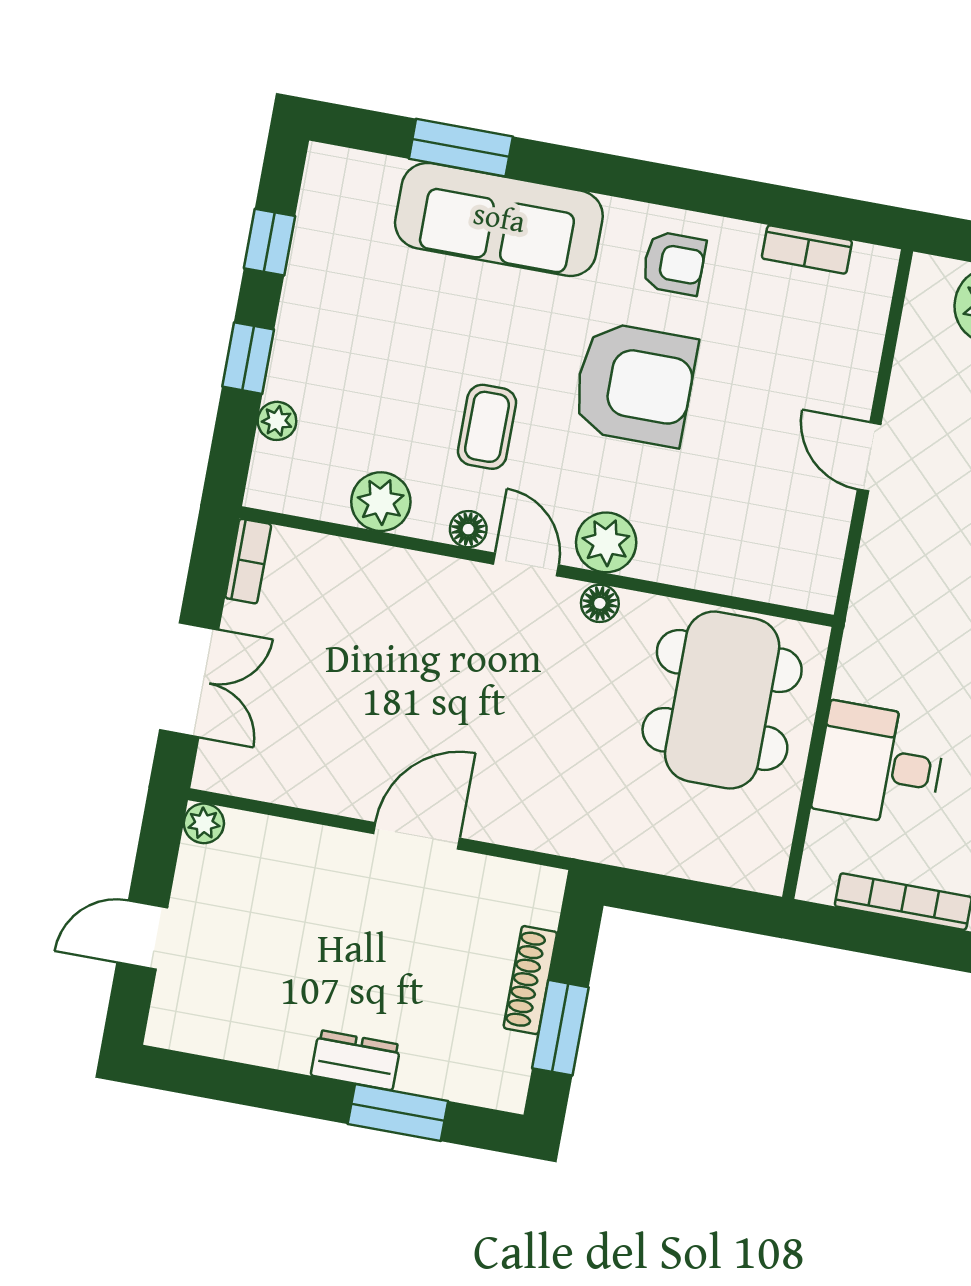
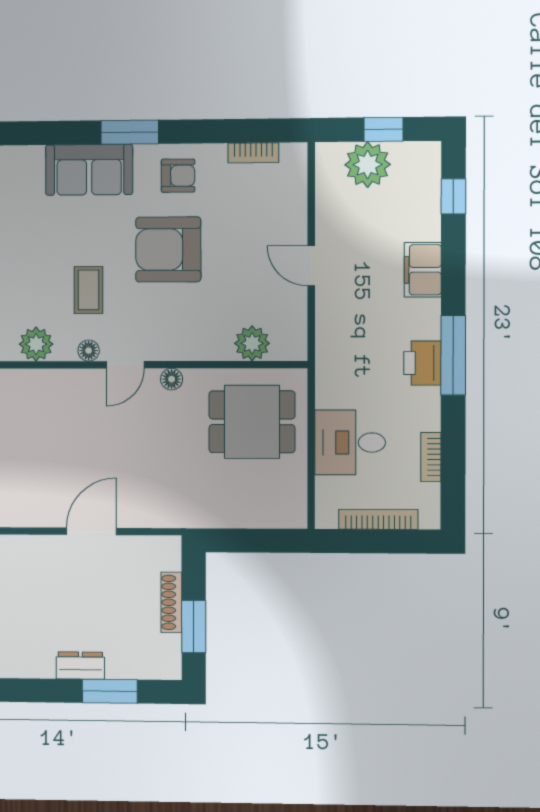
window: (461, 148) -> (130, 132), moved
sofa: (499, 219) -> (89, 170), width x0.73
armchair: (635, 384) -> (168, 249), turned 180
plant: (606, 542) -> (252, 343), moved
door: (526, 565) -> (125, 365), swing flipped
dining table: (722, 700) -> (252, 422), width x0.73

